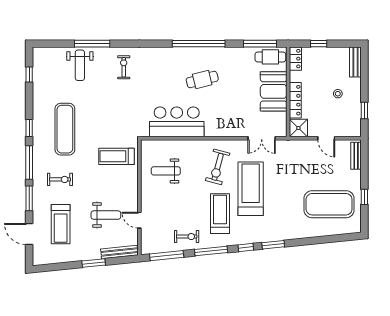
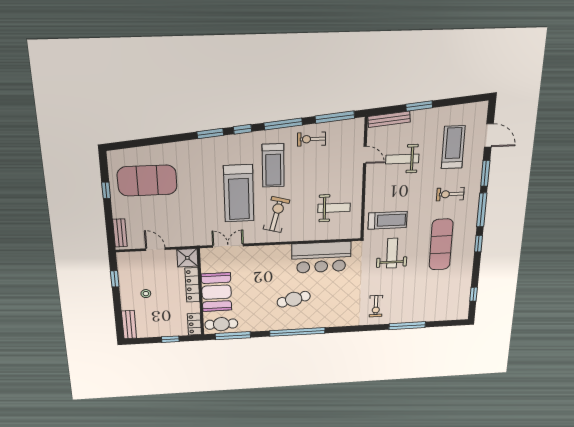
weight bench: (80, 65) -> (392, 253), moved

